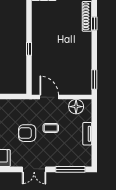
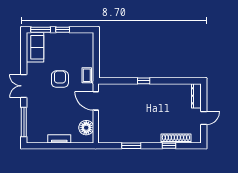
window: (94, 80) -> (131, 146), moved
door: (49, 97) -> (96, 101), swing flipped
coffee table: (51, 128) -> (87, 75), moved

